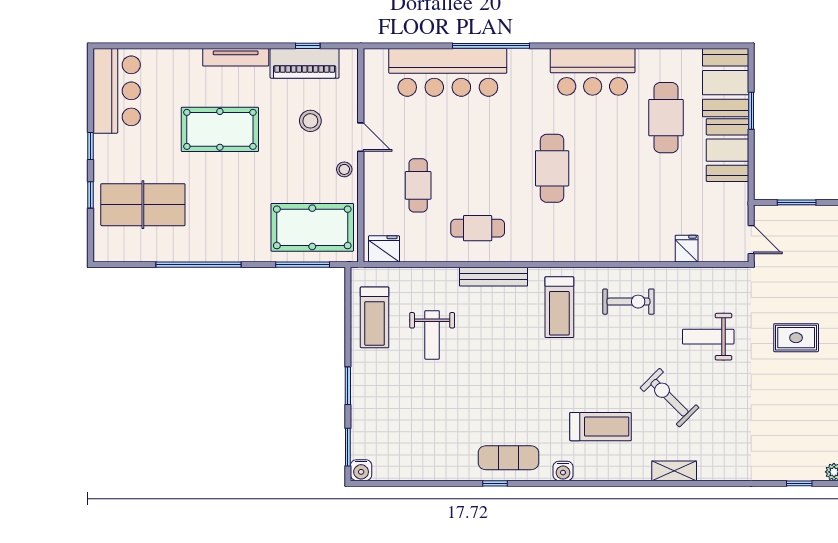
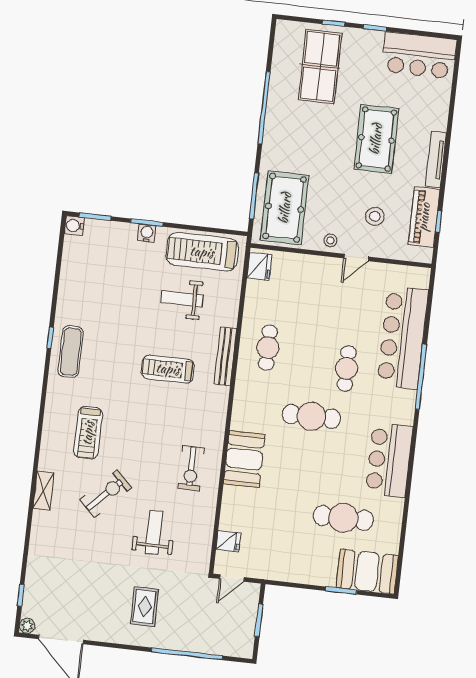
booth: (727, 150) -> (244, 459), moved, turned 90
cafe table: (418, 185) -> (347, 368), moved, turned 90
fridge: (687, 249) -> (228, 541), moved
treadmill: (559, 307) -> (168, 369), moved
treadmill: (375, 317) -> (202, 252), width x1.37, depth x1.38
water cooler: (563, 471) -> (147, 233), moved, turned 90

